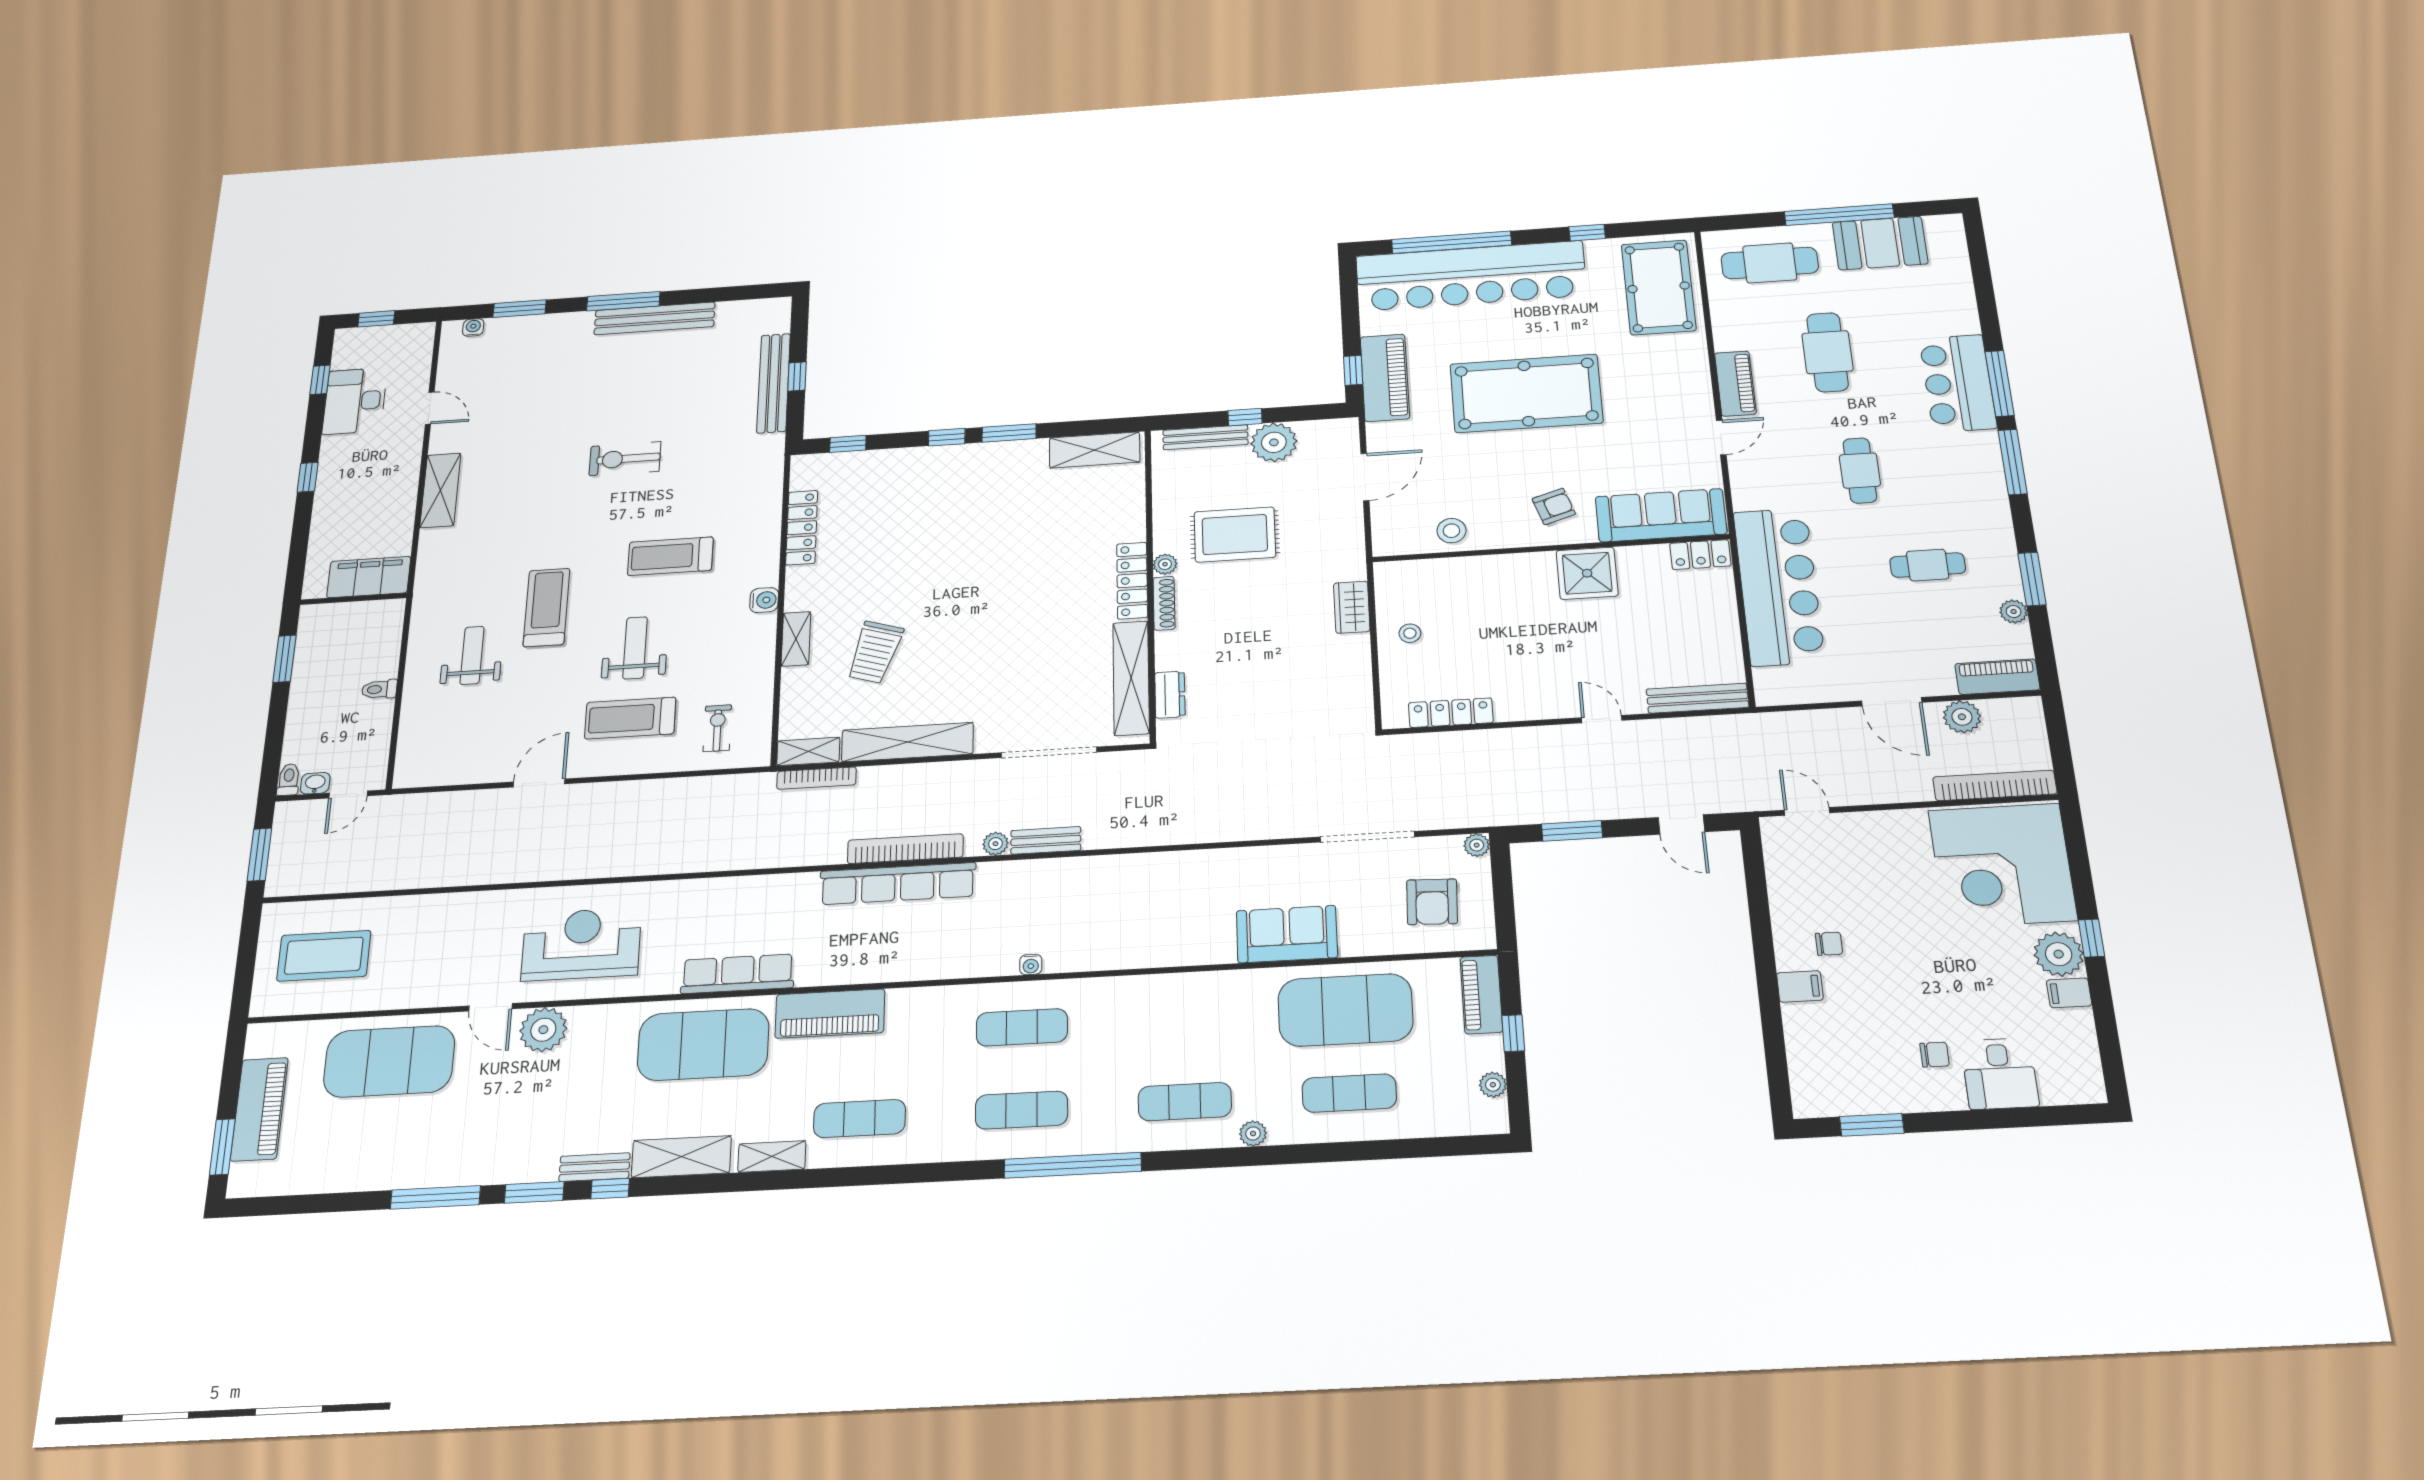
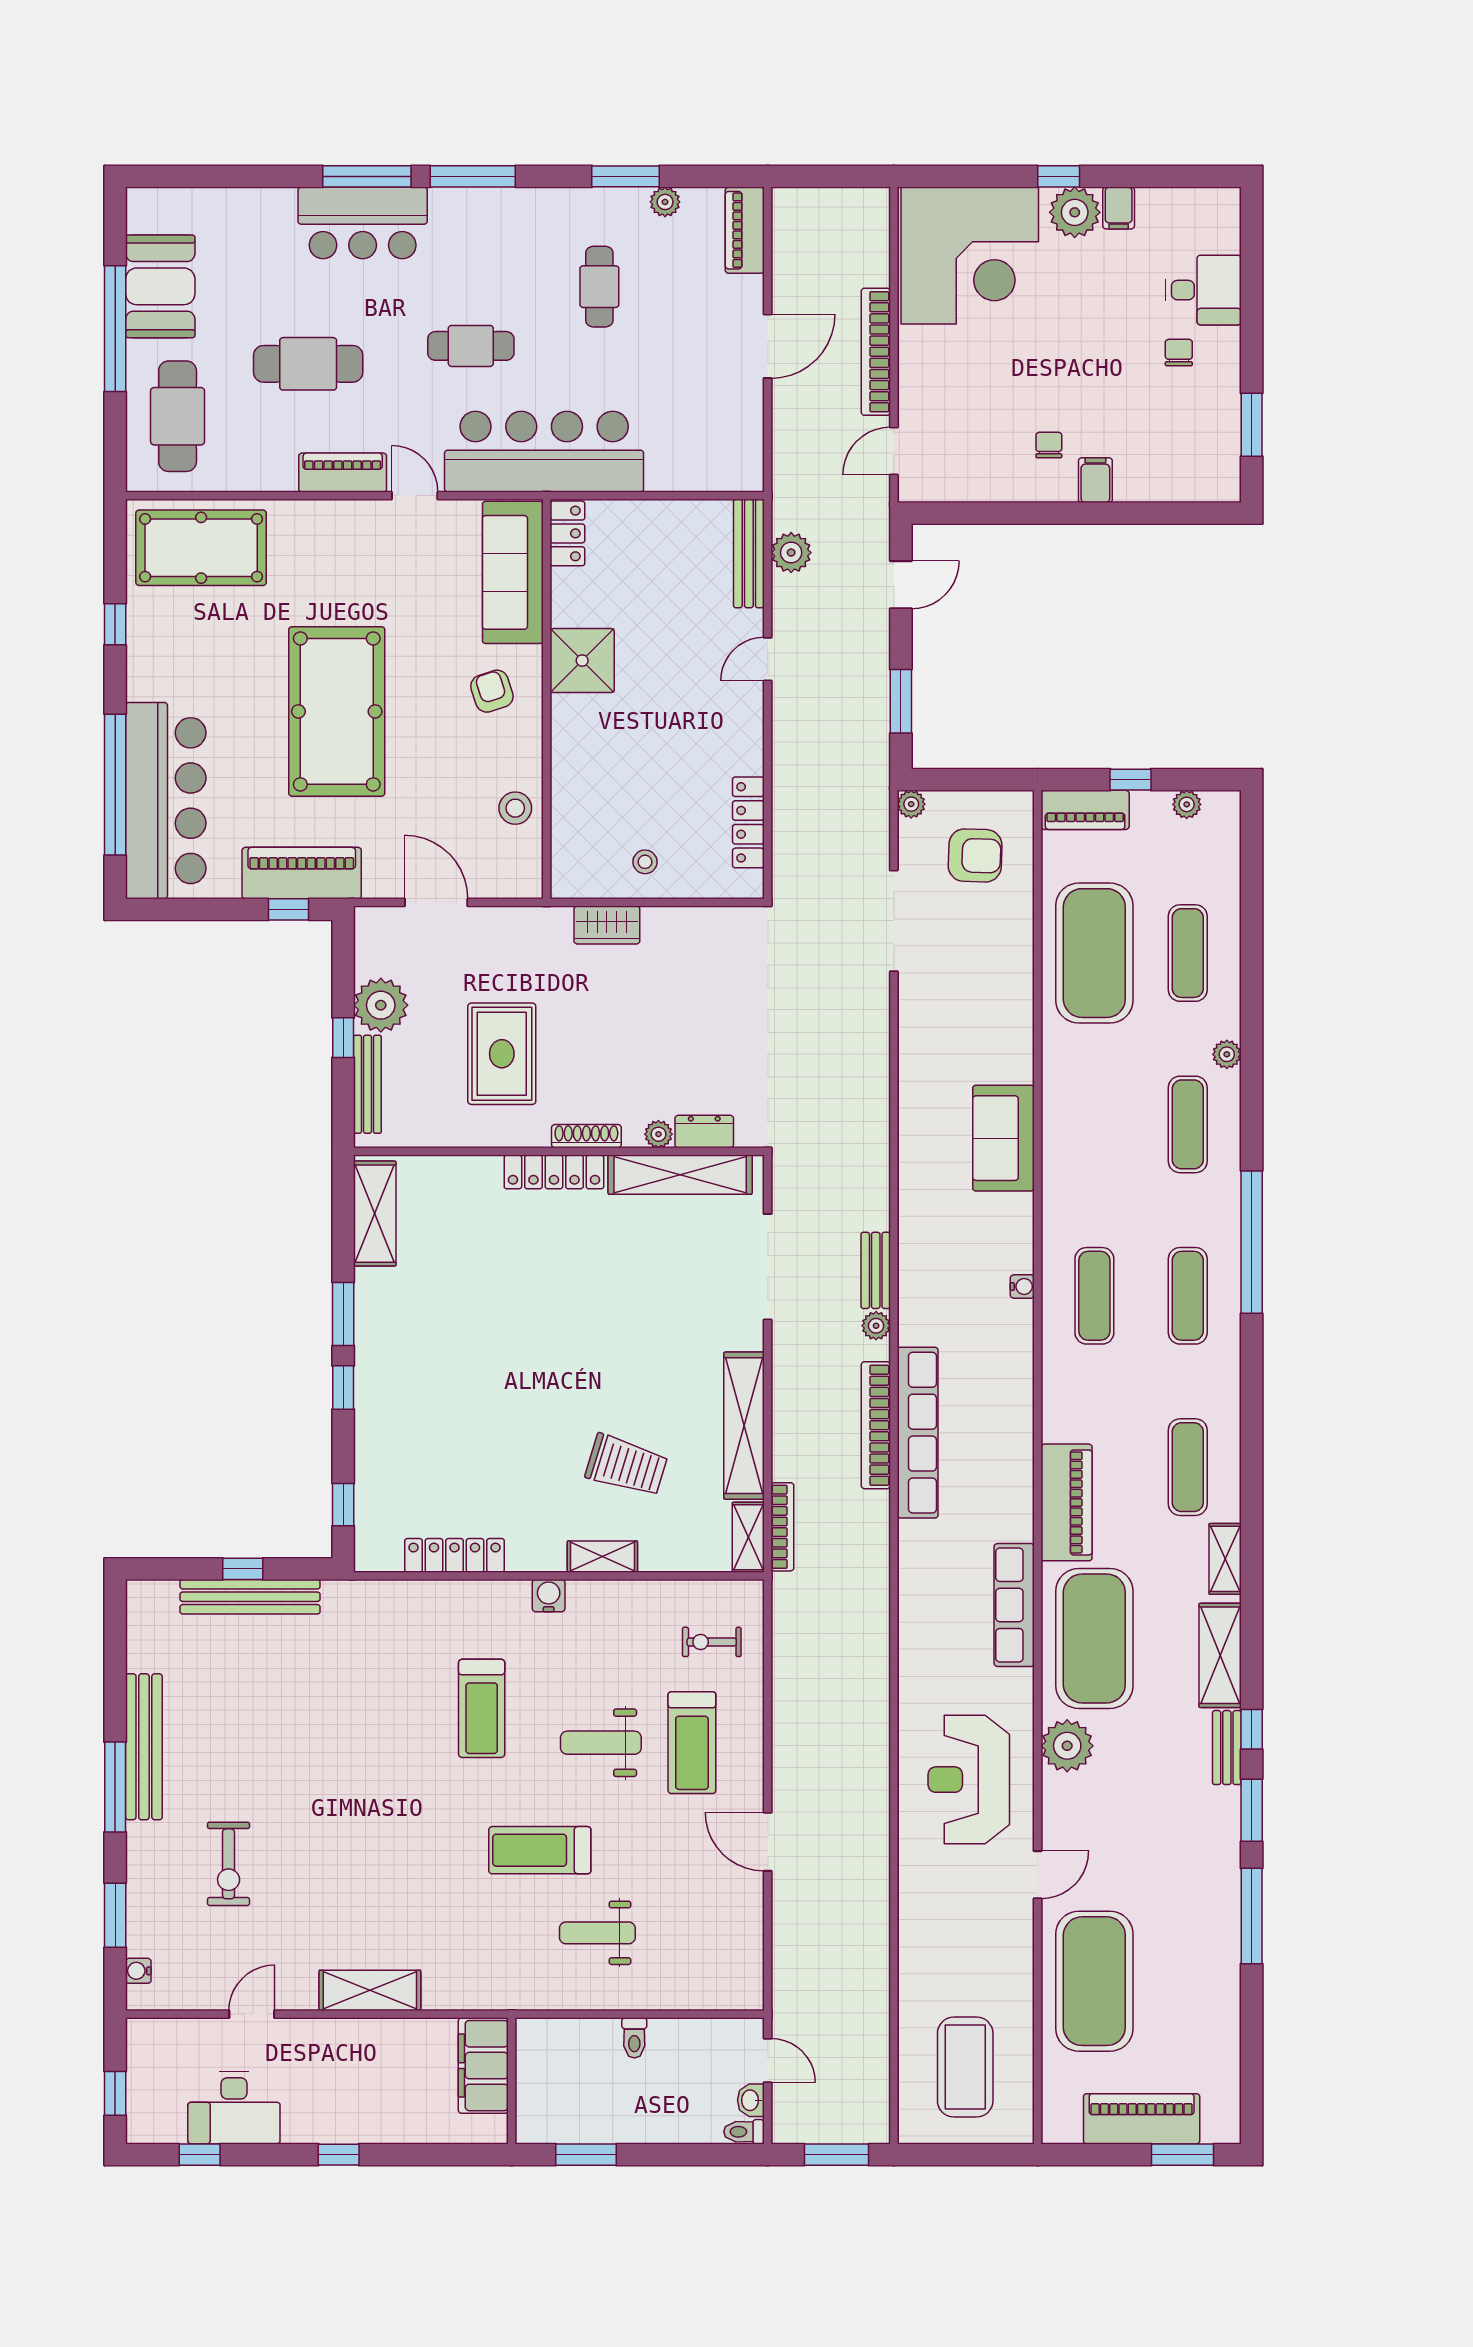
bar counter: (1471, 276) -> (166, 801), width x0.73
exercise bike: (625, 459) -> (229, 1864), moved
plant: (1165, 564) -> (658, 1134), moved
bar counter: (1779, 586) -> (544, 452), moved
plant: (1962, 717) -> (791, 553), moved
bookcase: (1995, 785) -> (876, 352), moved
sofa: (1287, 934) -> (1003, 1138), moved
plant: (543, 1030) -> (1067, 1746), moved

